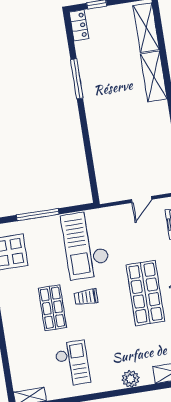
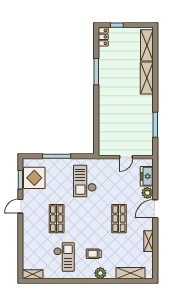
checkout: (86, 245) -> (85, 181), width x0.73, depth x0.83
shop shelf: (145, 293) -> (119, 219), width x0.70, depth x0.74
trolley: (86, 297) -> (94, 254), moved

